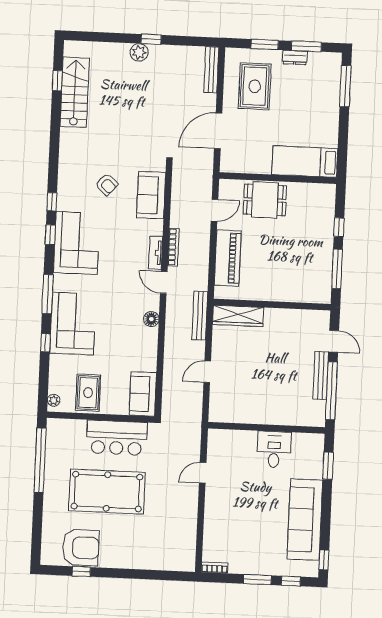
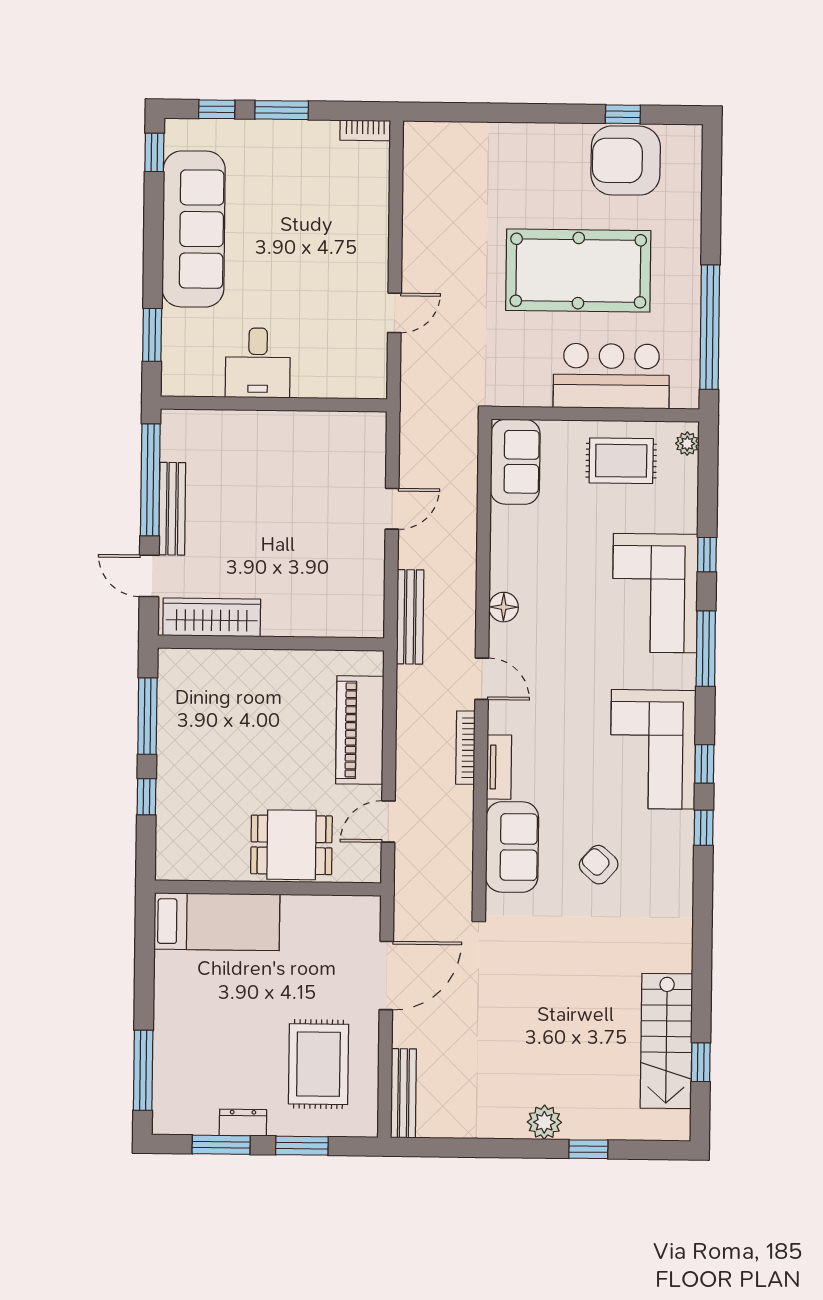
window: (151, 39) -> (588, 1149), moved
tv unit: (156, 253) -> (499, 767), moved
wardrobe: (238, 316) -> (212, 617), moved
rug: (88, 393) -> (621, 461), turned 90
bar counter: (117, 438) -> (611, 376), moved

